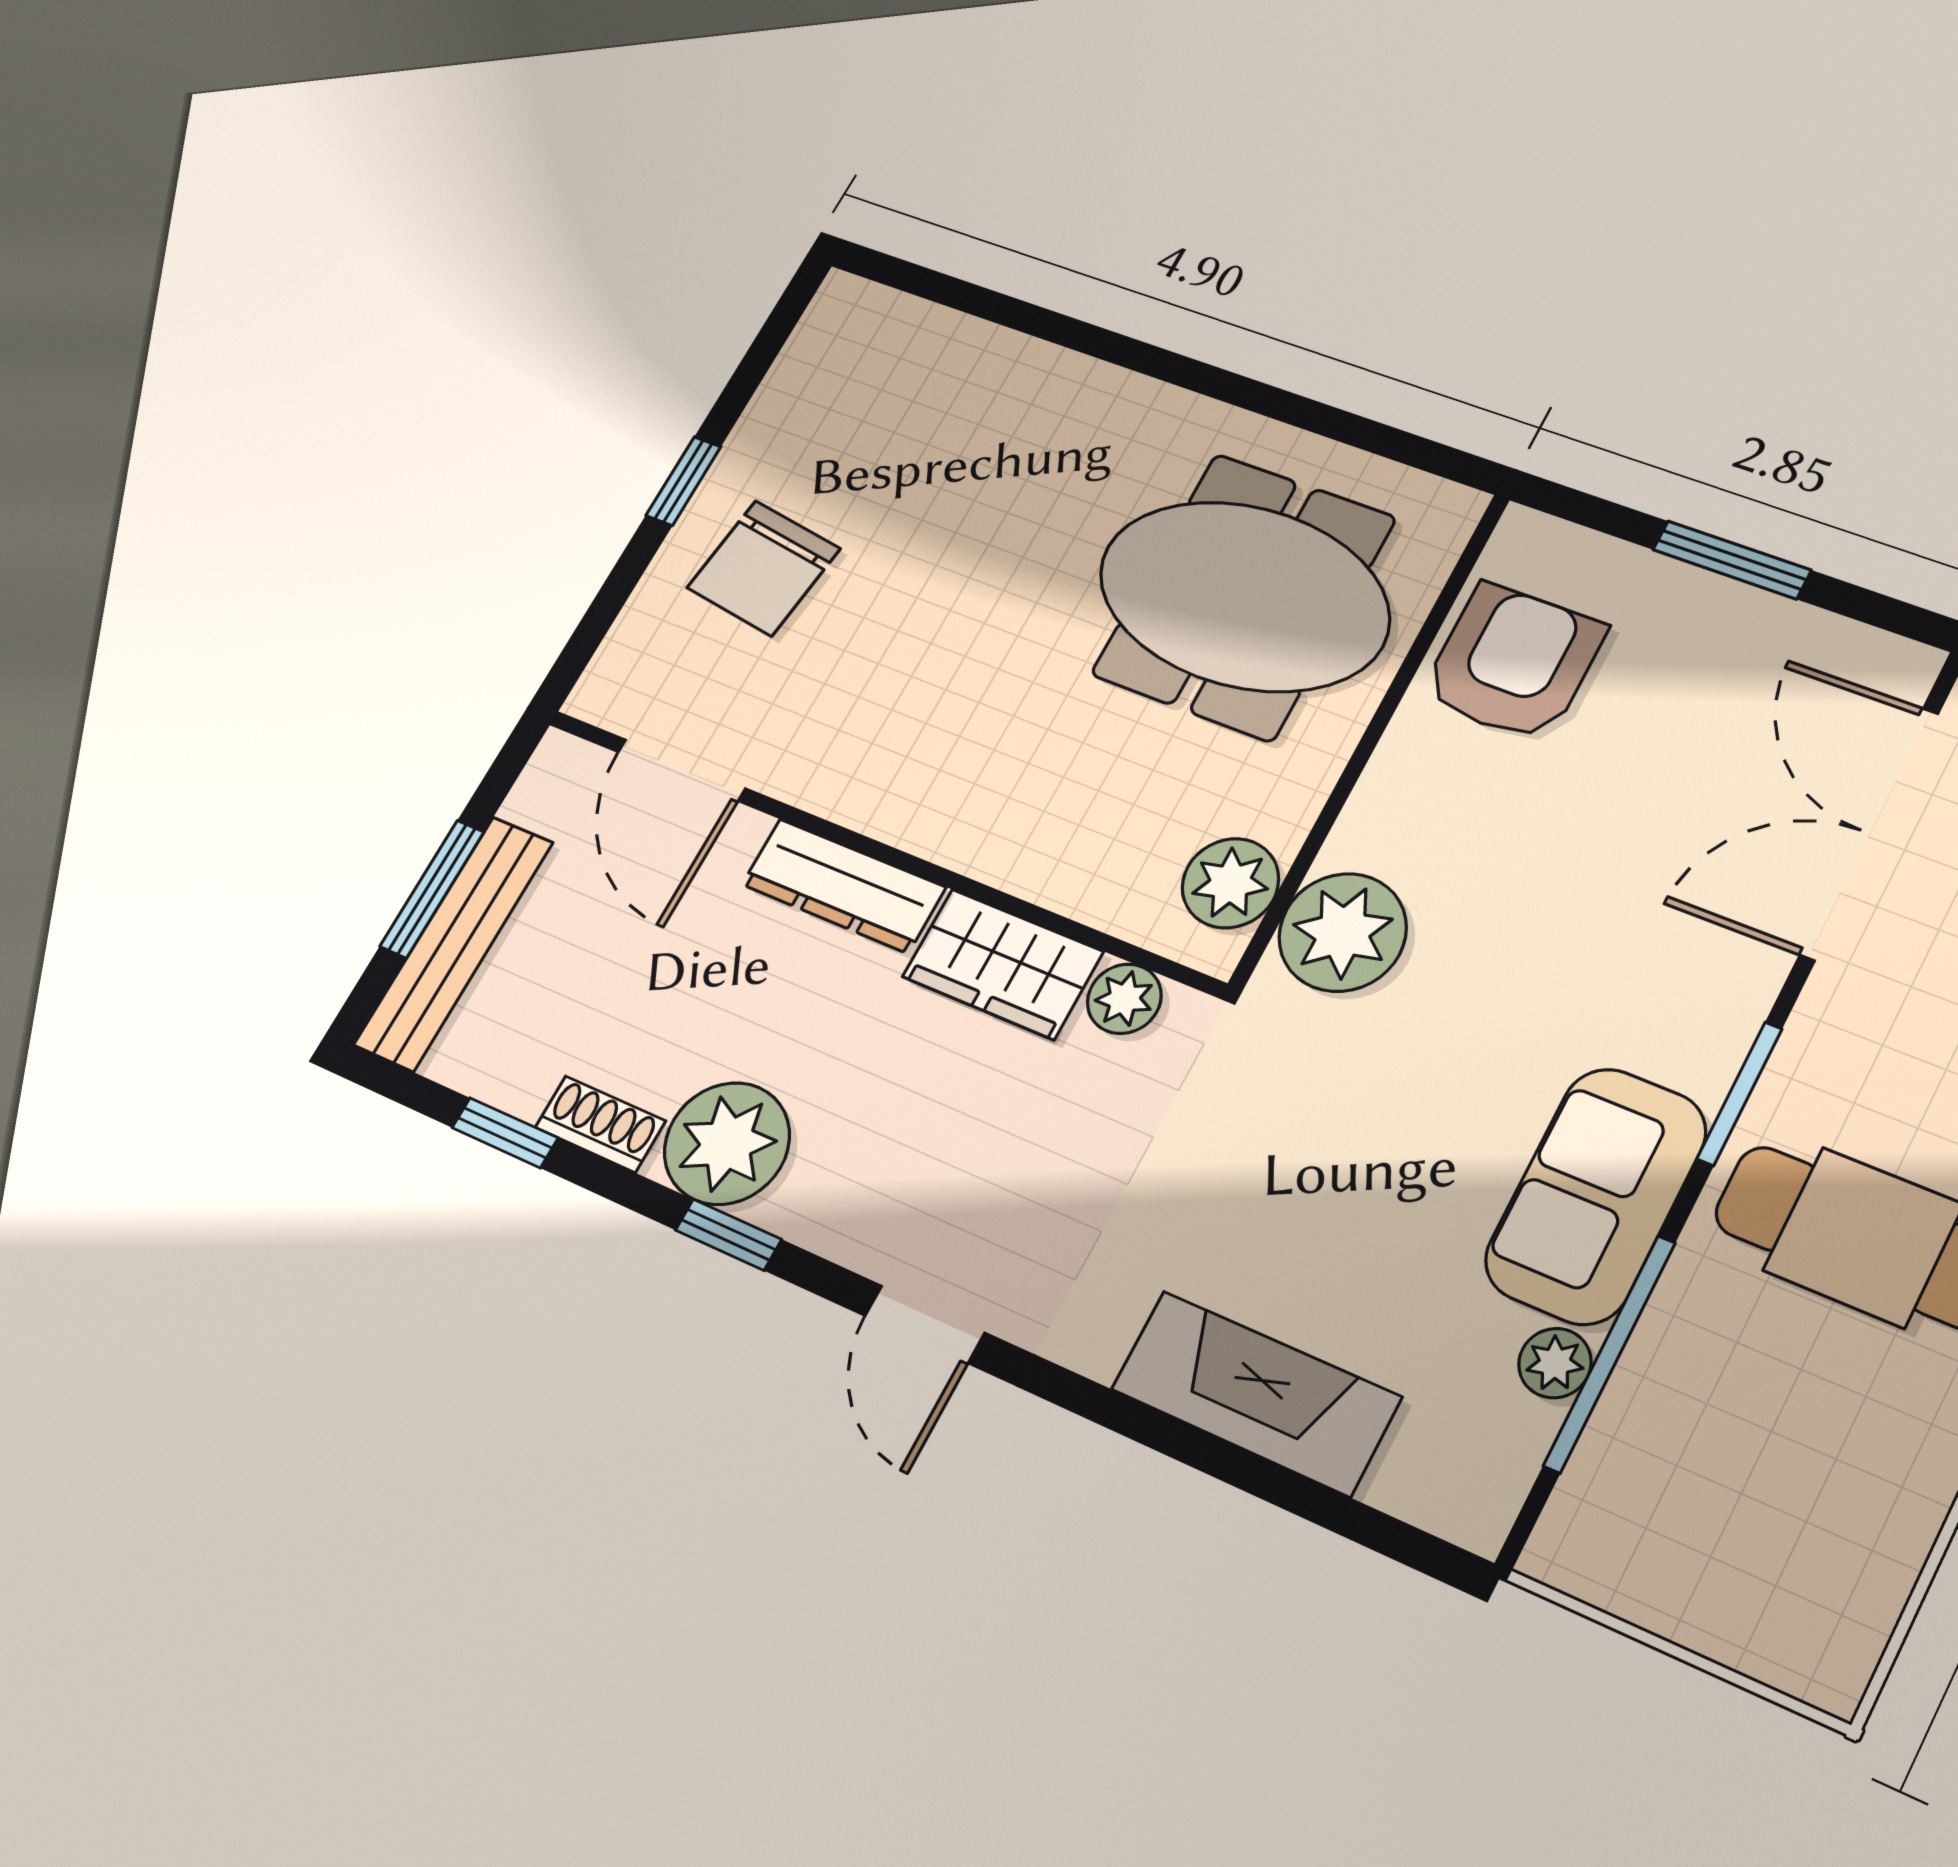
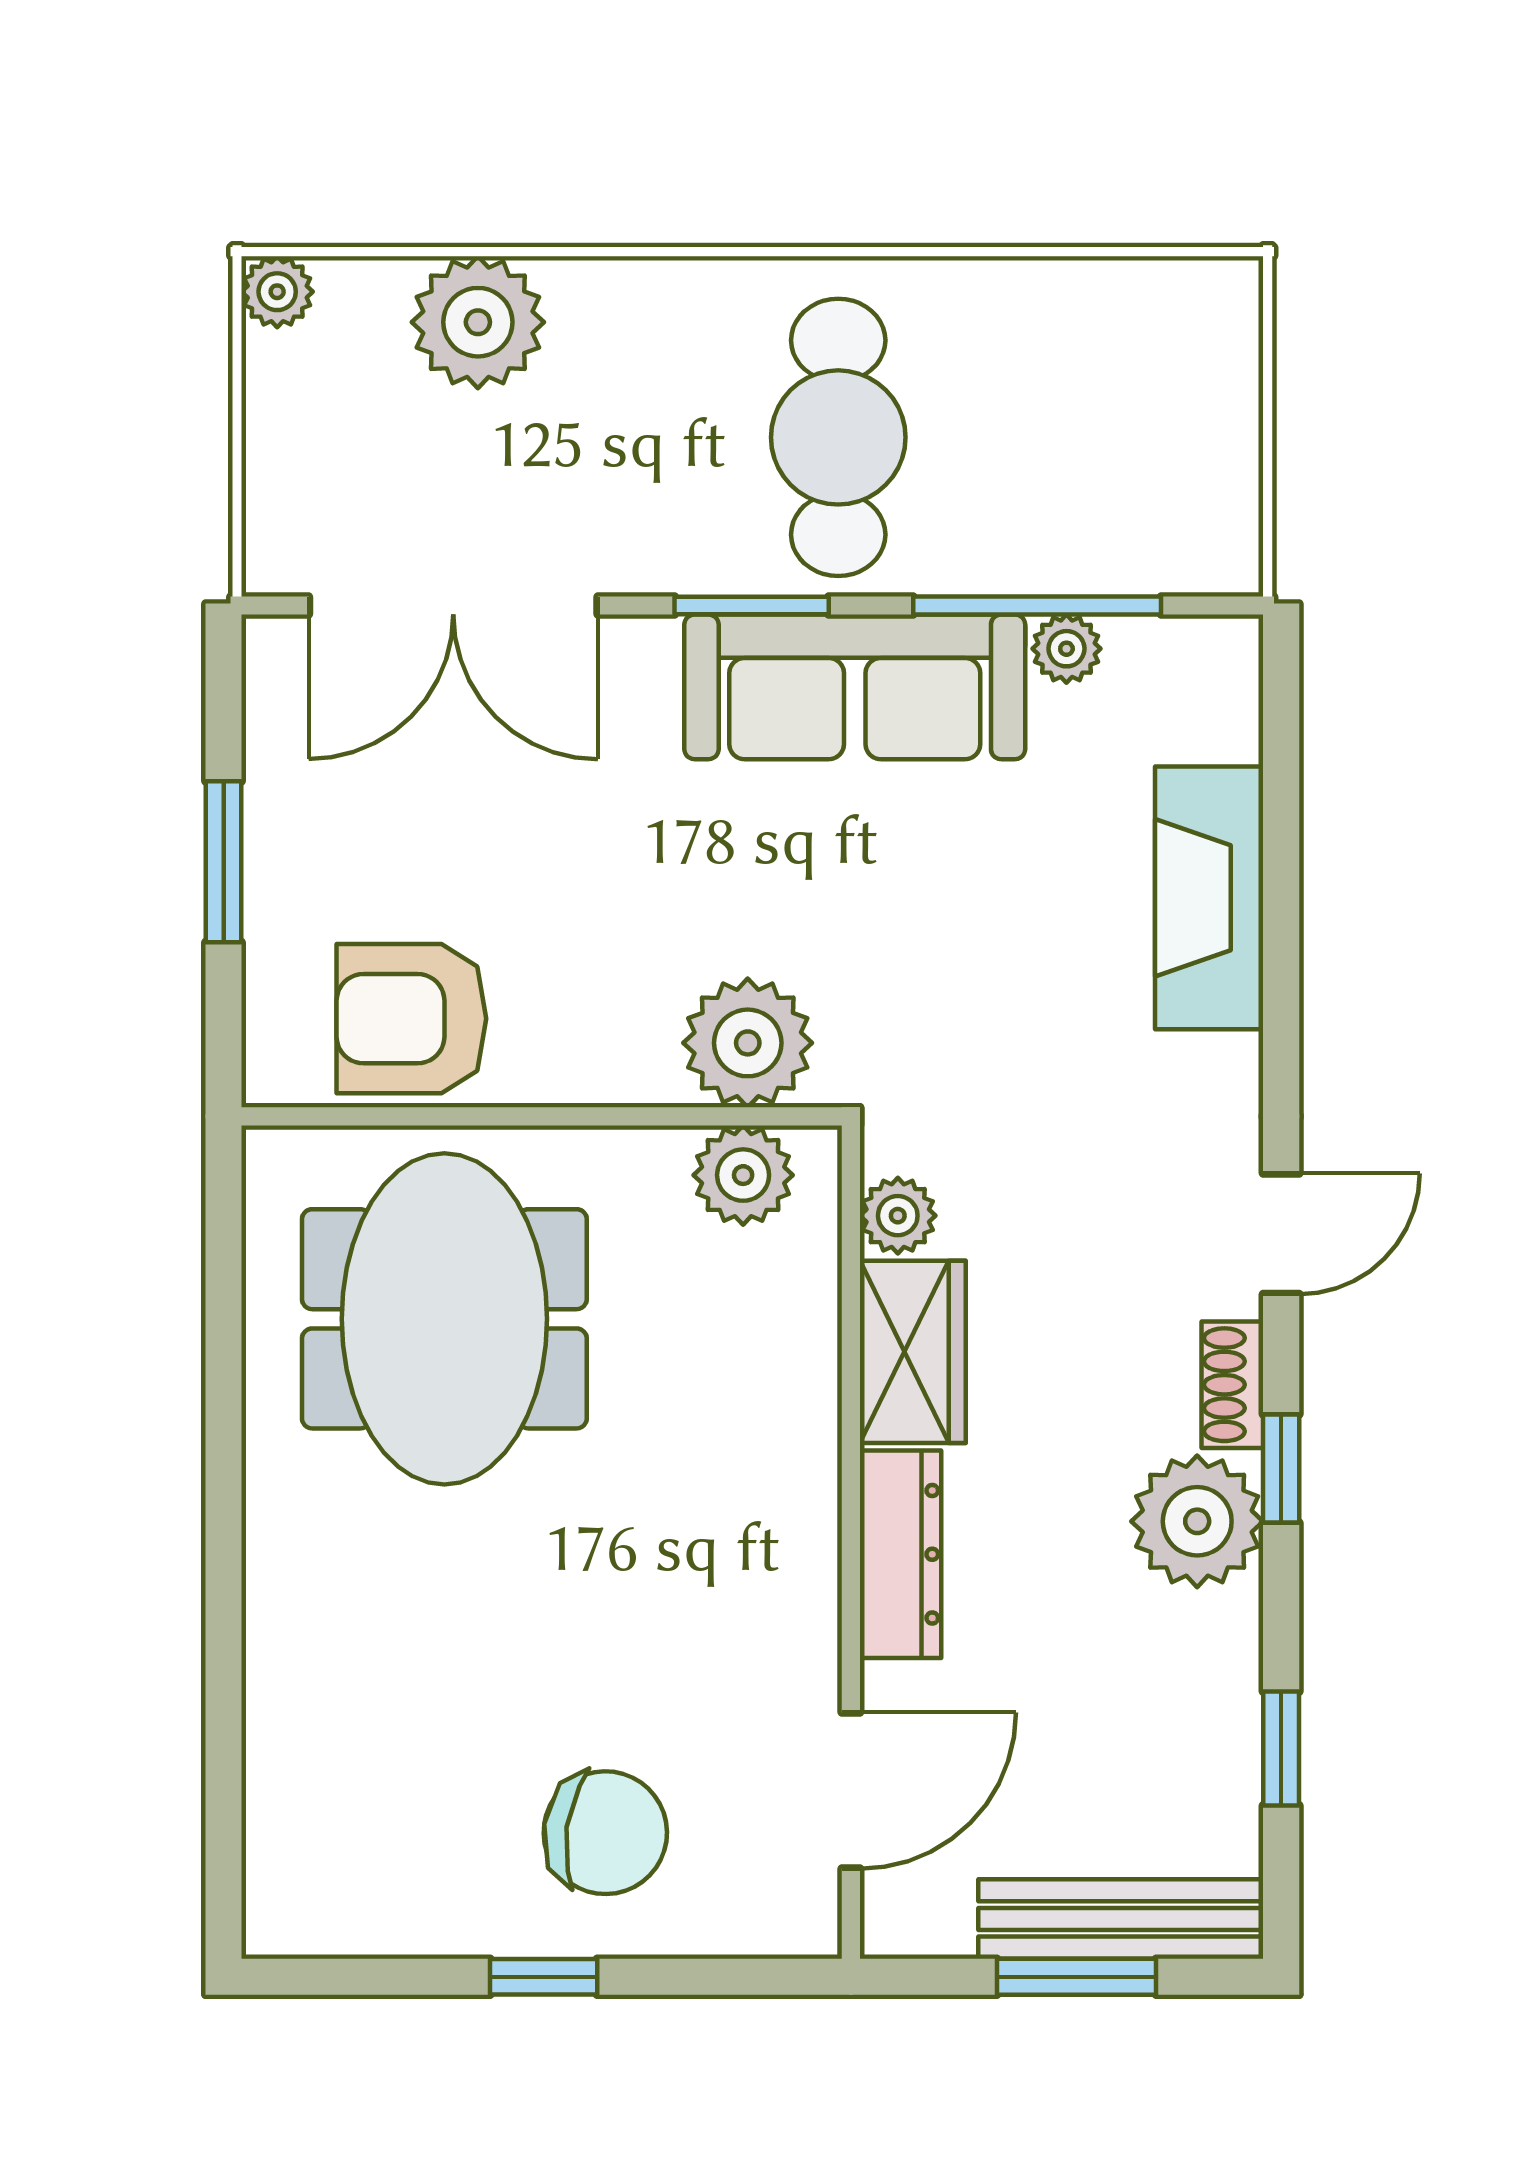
shoe rack: (600, 1124) -> (1232, 1385), moved
sofa: (1596, 1196) -> (855, 687), width x1.36

